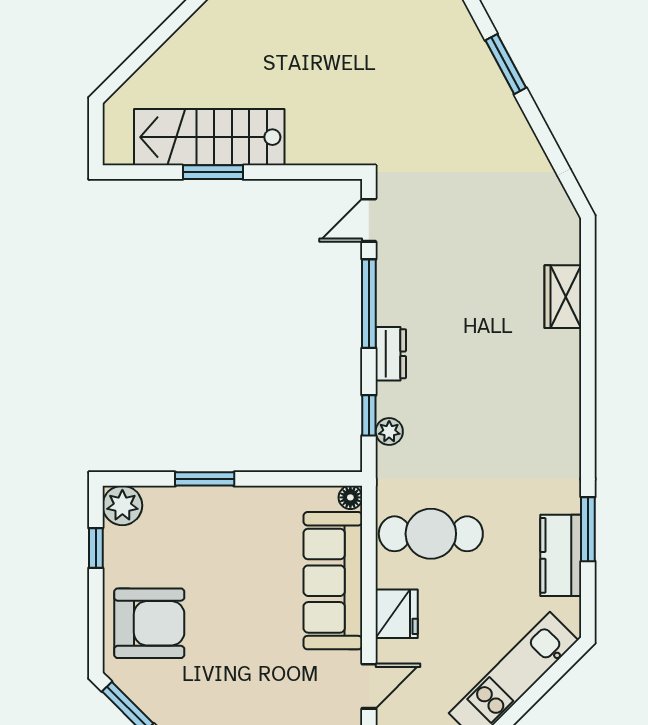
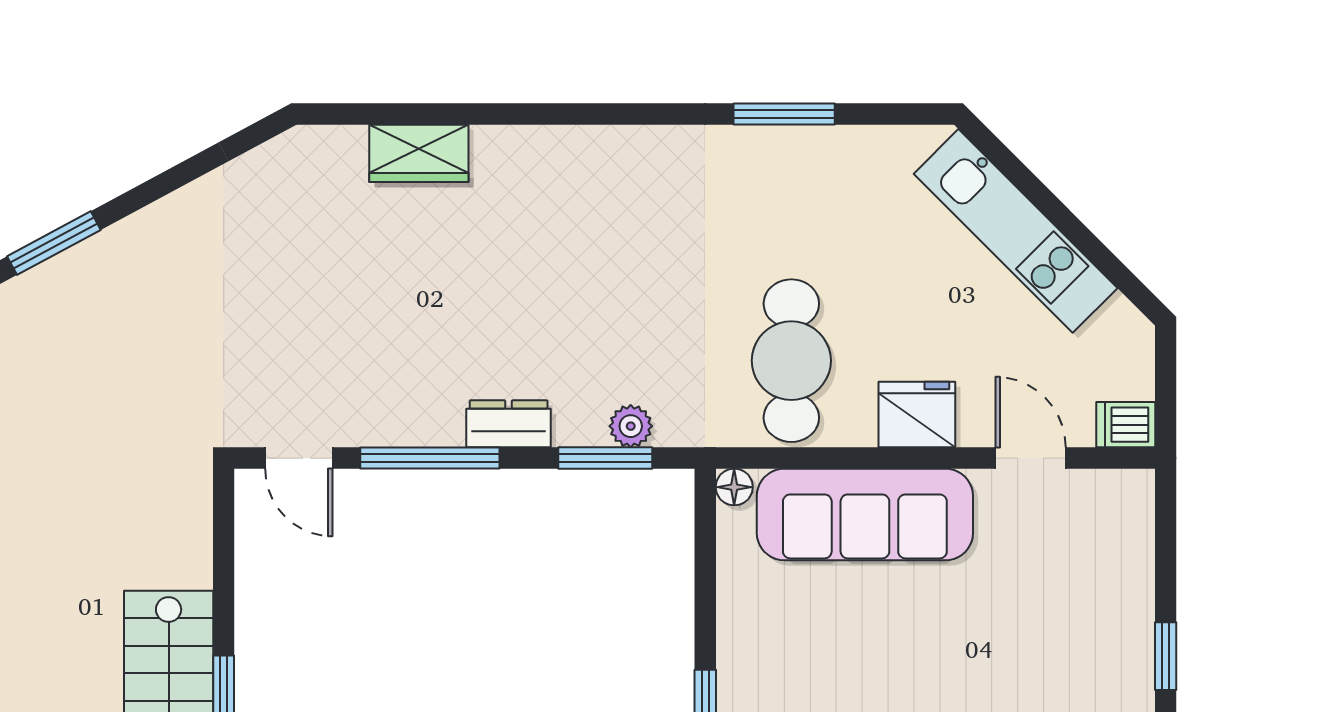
window: (369, 415) -> (605, 458), width x1.50
kitchen counter: (561, 555) -> (825, 157), removed

